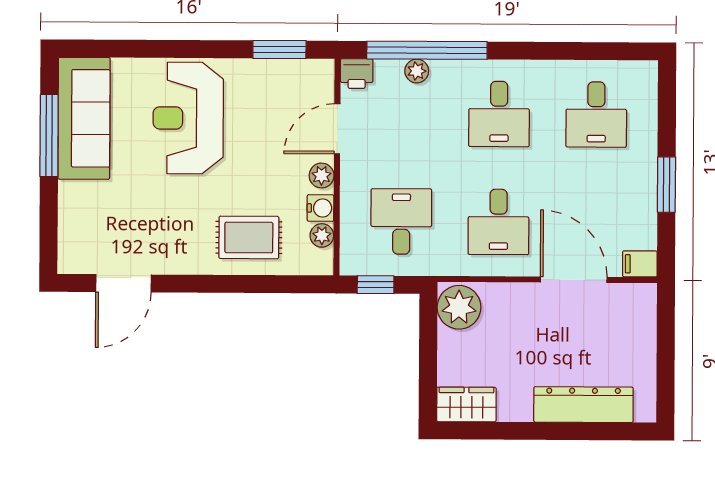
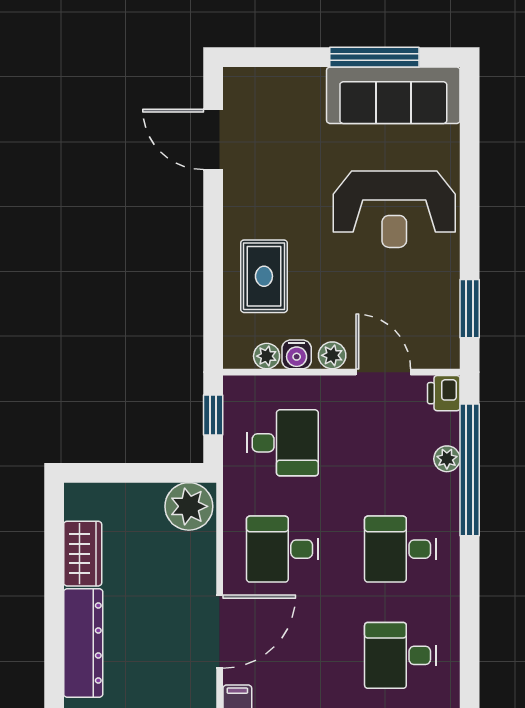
reception desk: (188, 118) -> (394, 209), turned 180
wardrobe: (466, 404) -> (83, 554), moved

